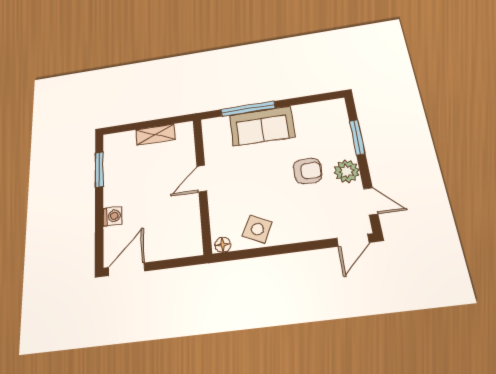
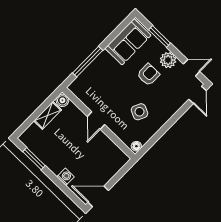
sofa: (262, 126) -> (128, 42), moved
boiler: (185, 130) -> (62, 100), added
side table: (257, 229) -> (139, 112), moved
door: (127, 269) -> (98, 196), hinge flipped

